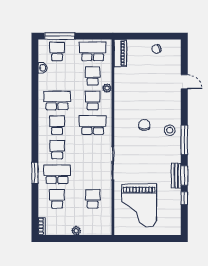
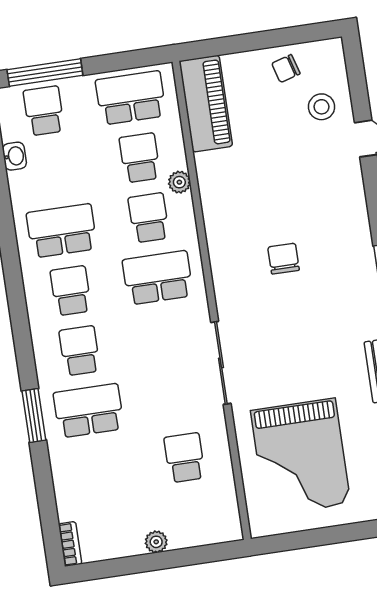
piano: (120, 53) -> (206, 104), width x1.37, depth x1.33
stool: (170, 130) -> (322, 107), moved
school desk: (57, 199) -> (98, 471), removed

